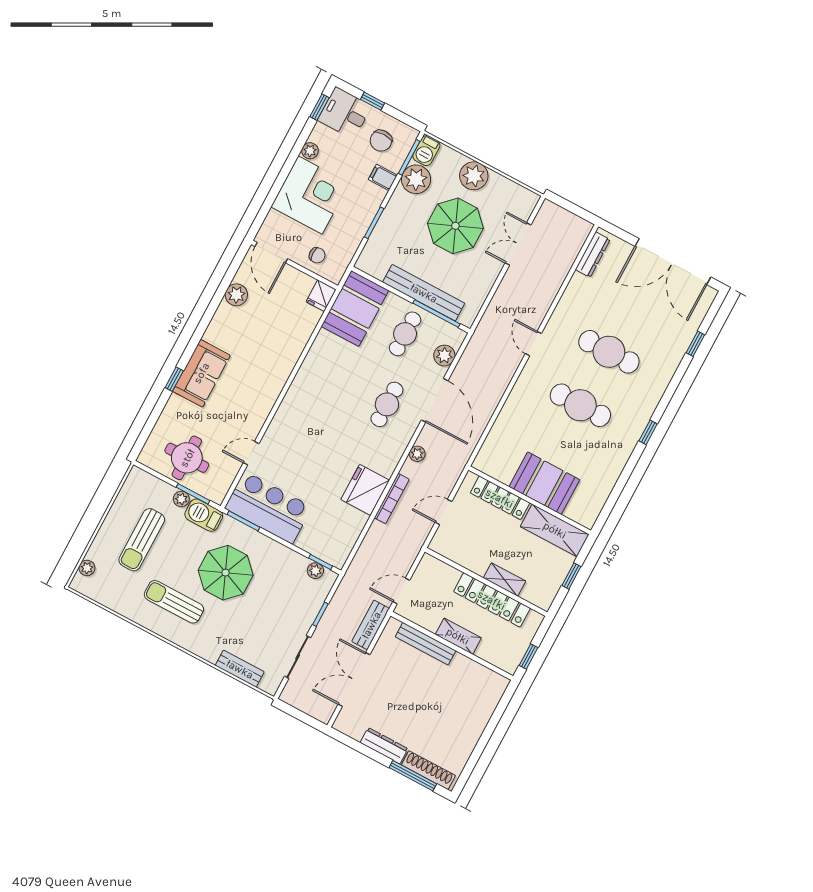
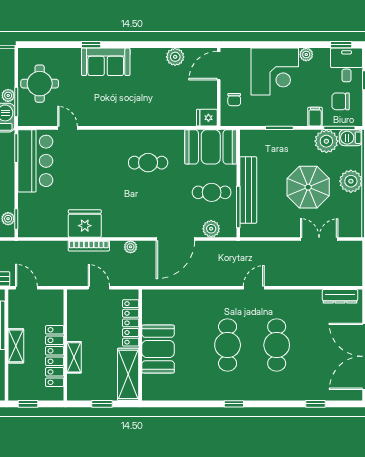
cafe table: (387, 404) -> (148, 163), moved

